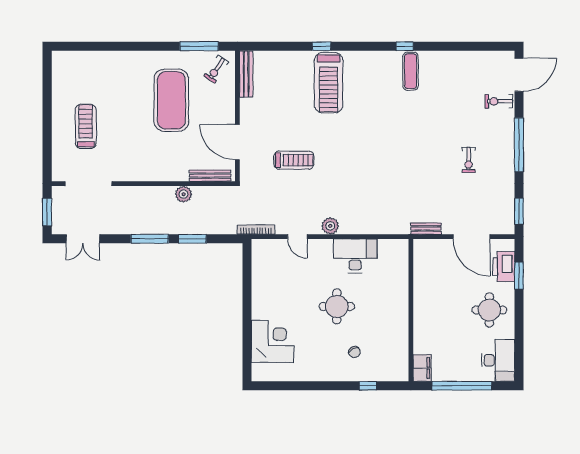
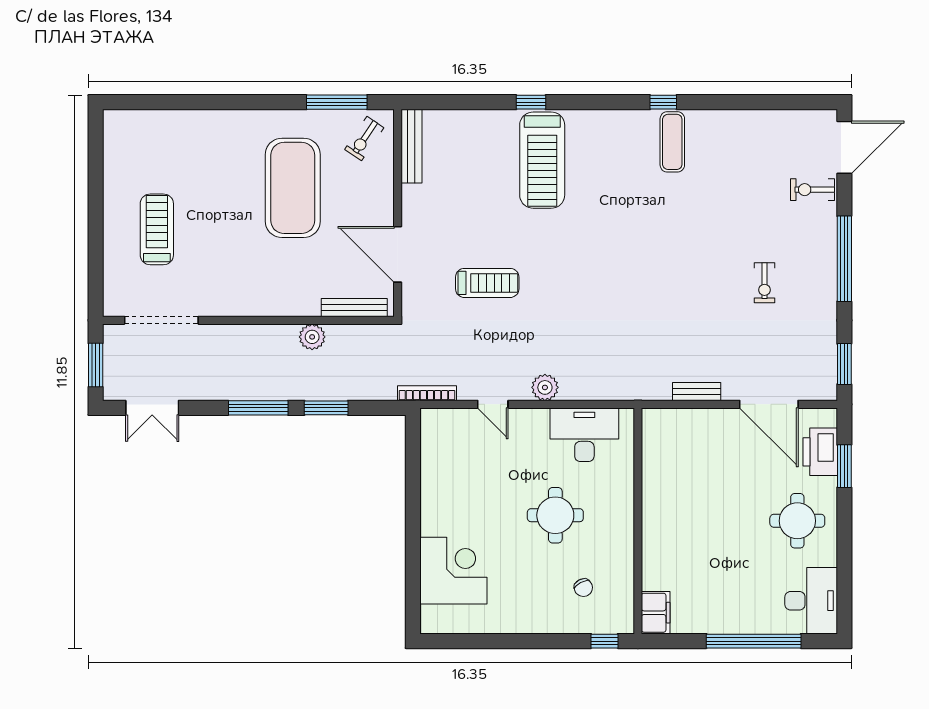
wall: (411, 310) -> (638, 521), moved
filing cabinet: (422, 368) -> (656, 613), moved

